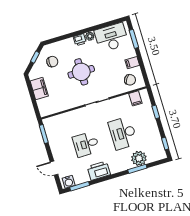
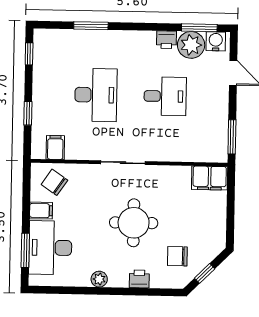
desk: (111, 37) -> (50, 248), moved, turned 90
printer: (80, 40) -> (139, 279), moved
filing cabinet: (39, 89) -> (210, 178), moved, turned -90
plant: (139, 158) -> (191, 45), moved
printer: (99, 171) -> (166, 40), width x0.53, depth x0.68

